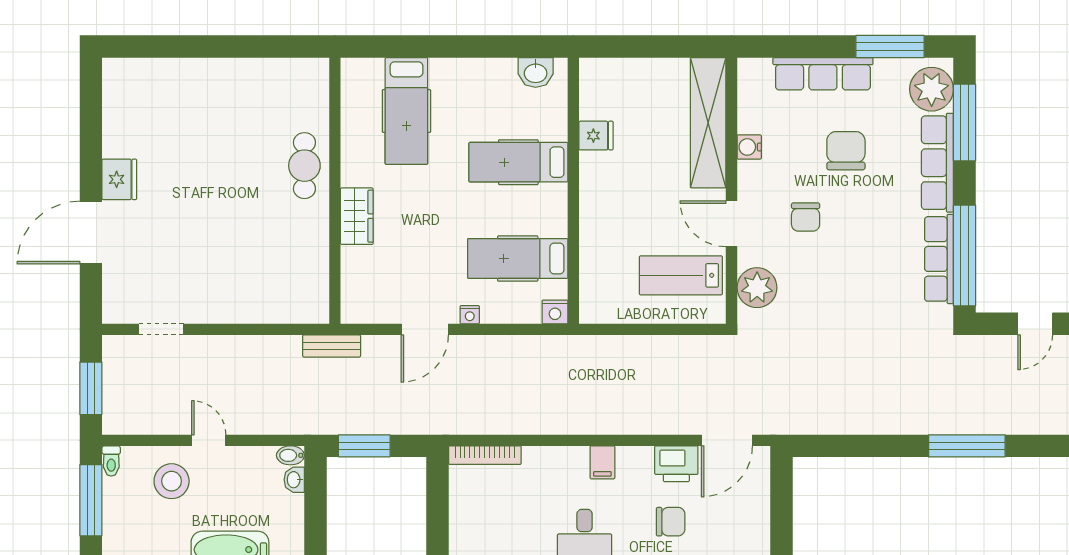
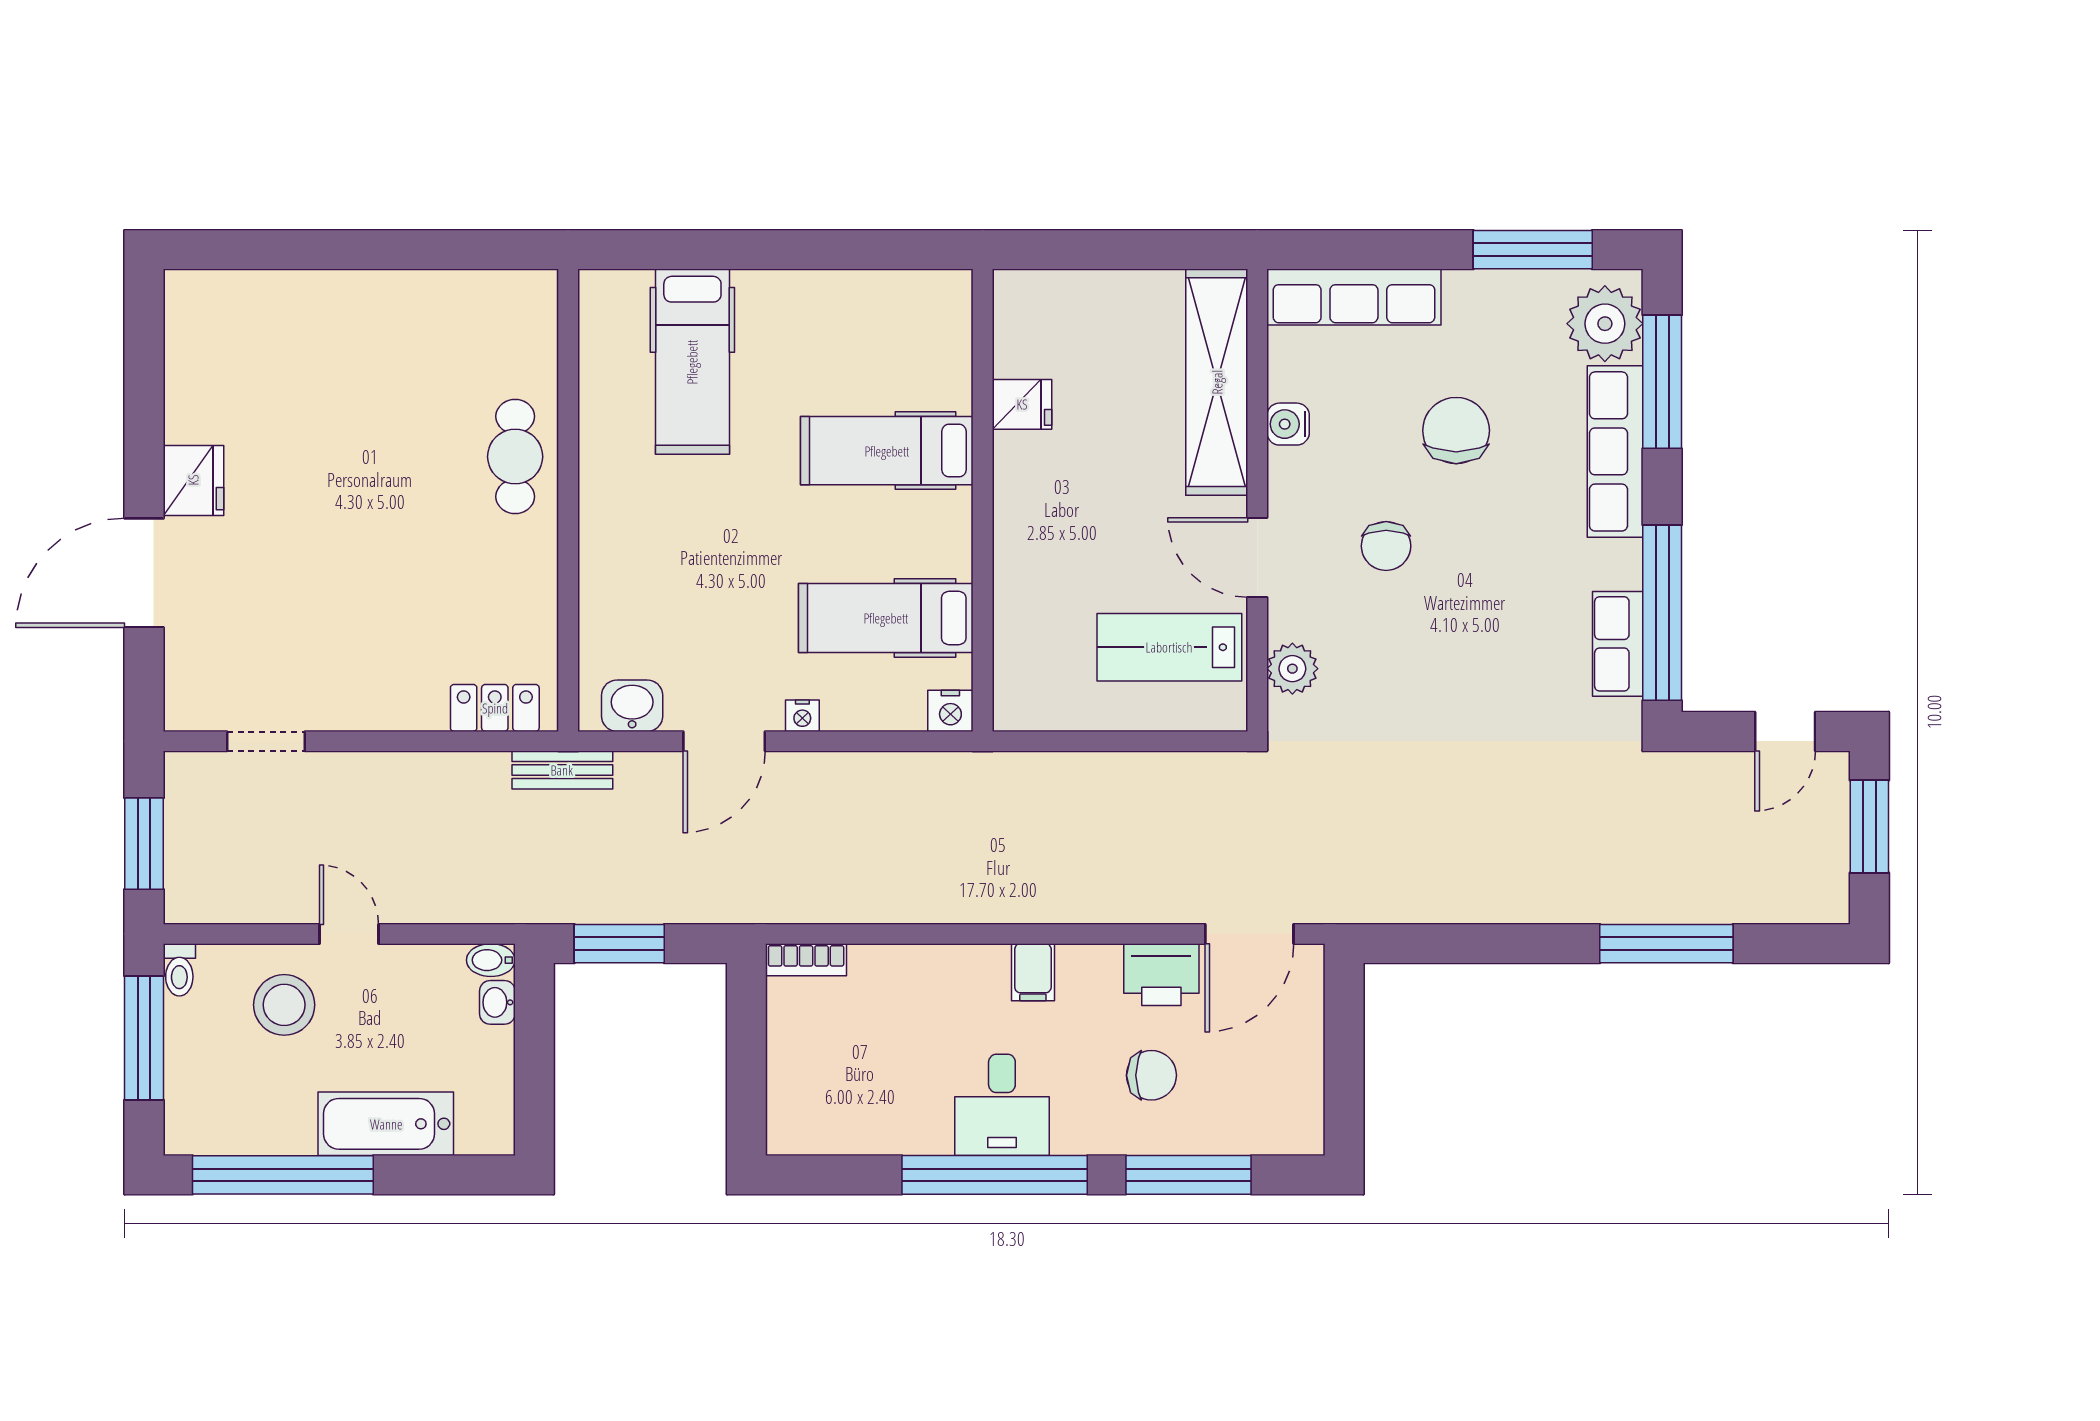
washbasin: (536, 72) -> (632, 706), moved, turned 180
row of seats: (823, 74) -> (1354, 297), moved
wardrobe: (357, 216) -> (606, 544), removed
row of seats: (939, 259) -> (1618, 644), width x0.68
plant: (757, 288) -> (1292, 669), width x0.73, depth x0.73
locker: (293, 310) -> (495, 708), added
bookcase: (485, 455) -> (806, 960), width x0.64

